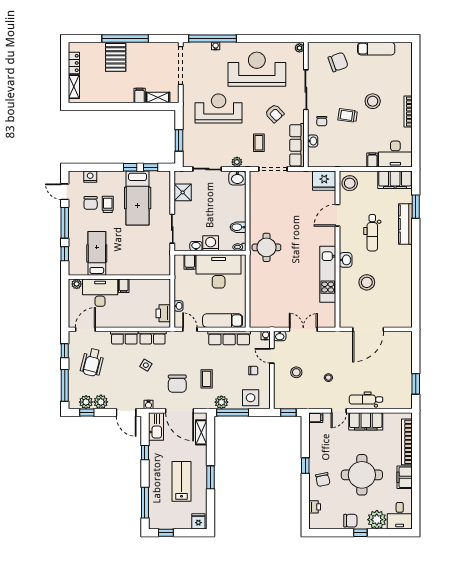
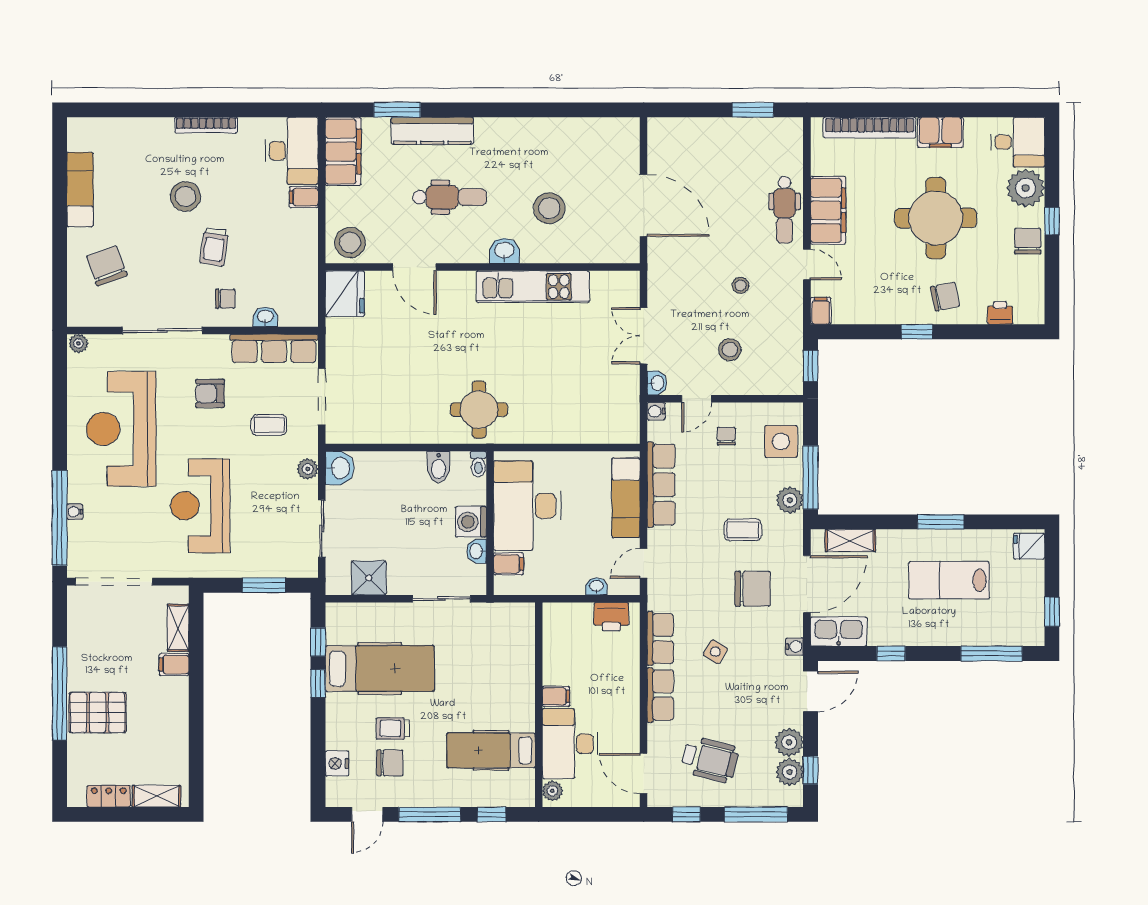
armchair: (275, 113) -> (210, 393), turned -137

